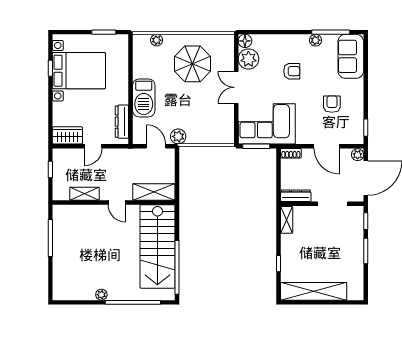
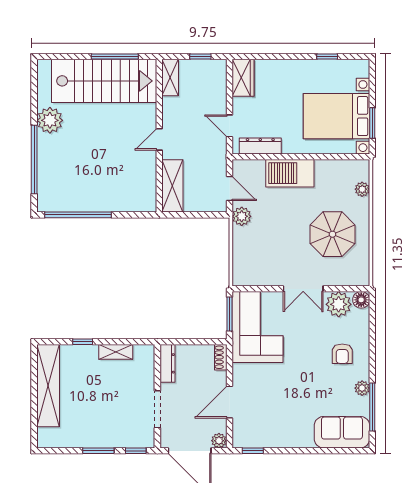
bed with nightstands: (79, 71) -> (336, 116), moved, turned 90
armchair: (292, 71) -> (342, 354), moved
double door: (236, 87) -> (303, 289), swing flipped
armchair: (332, 104) -> (282, 409), removed
door: (93, 146) -> (230, 126), moved
door: (156, 146) -> (230, 189), hinge flipped
shelving: (84, 194) -> (170, 77), moved
shelving: (287, 220) -> (116, 352), moved
stairs: (157, 246) -> (104, 81), moved, turned 180
plant: (101, 295) -> (50, 120), width x1.87, depth x1.87

